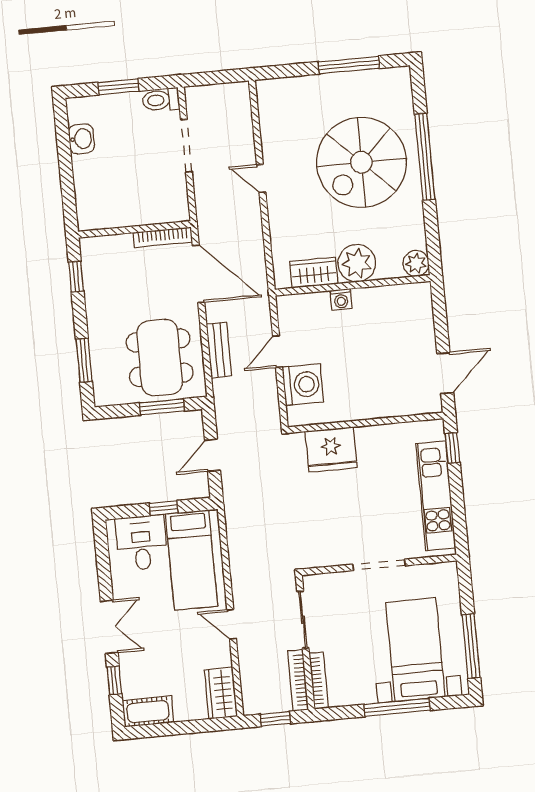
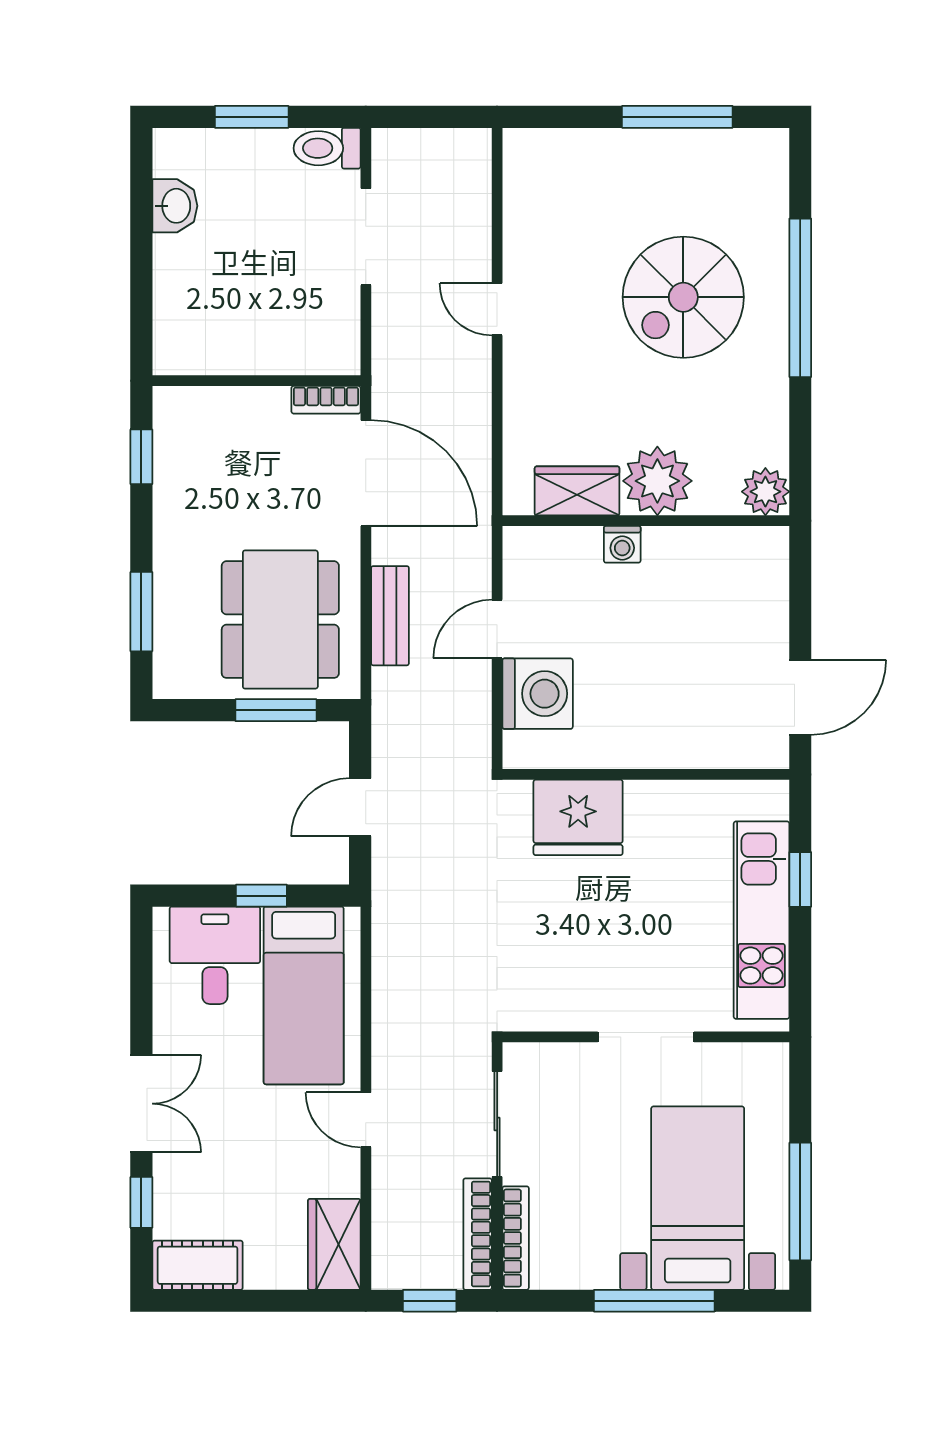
spiral stairs: (361, 162) -> (683, 297), width x0.73, depth x0.73
bookcase: (163, 237) -> (326, 400), width x0.64
window: (452, 448) -> (800, 879), moved

